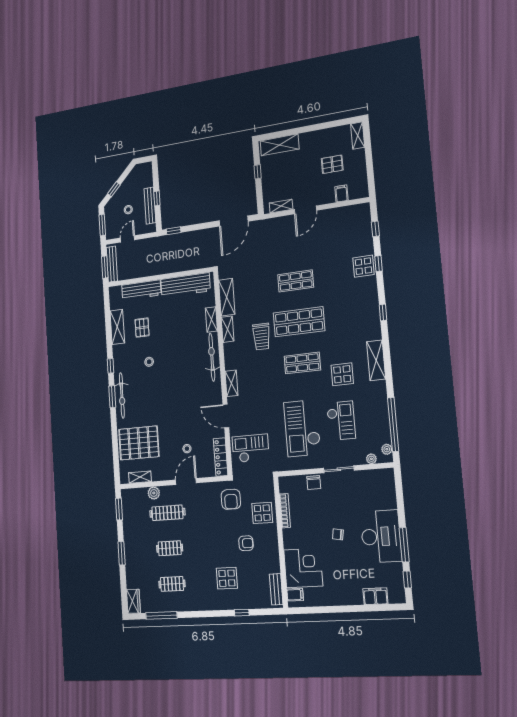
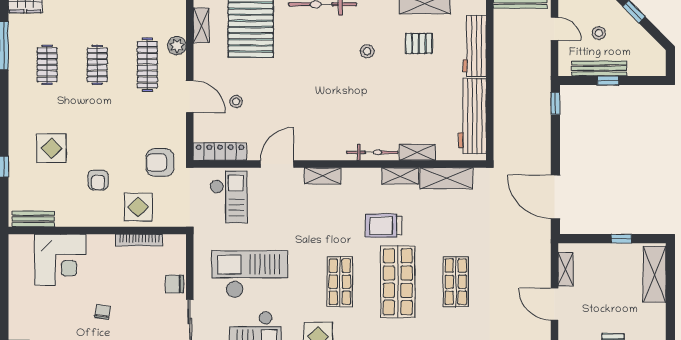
bicycle: (212, 357) -> (372, 152), width x0.73, depth x0.71
filing cabinet: (295, 595) -> (25, 245), removed

